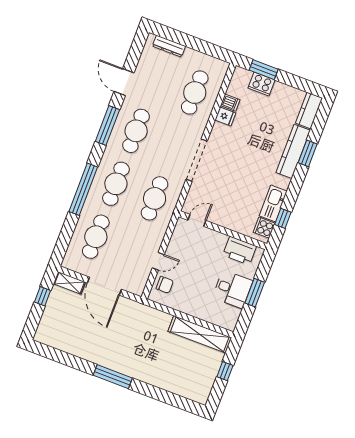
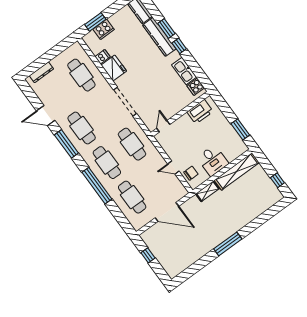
fridge: (225, 116) -> (114, 68), width x1.88, depth x1.34
window: (283, 218) -> (179, 46), moved
door: (158, 261) -> (173, 168), swing flipped
shelving: (69, 283) -> (207, 191), moved
desk: (233, 289) -> (213, 160), moved, turned 90
window: (255, 293) -> (240, 129), moved
window: (225, 371) -> (277, 180), moved

